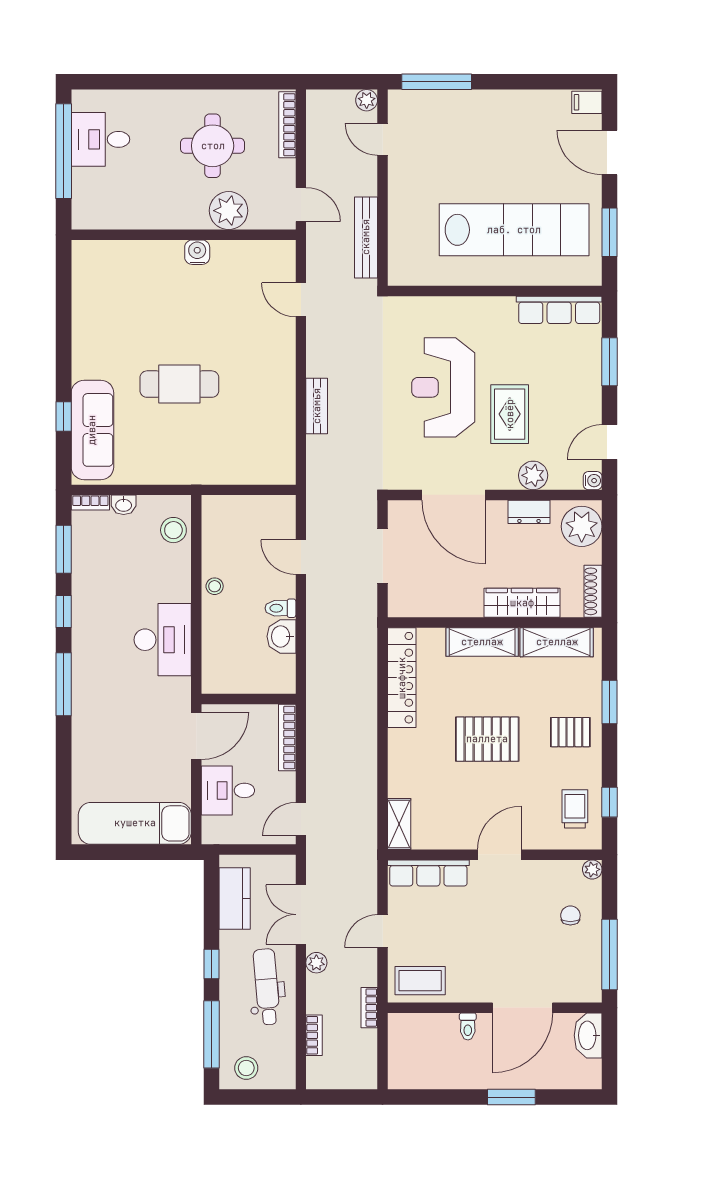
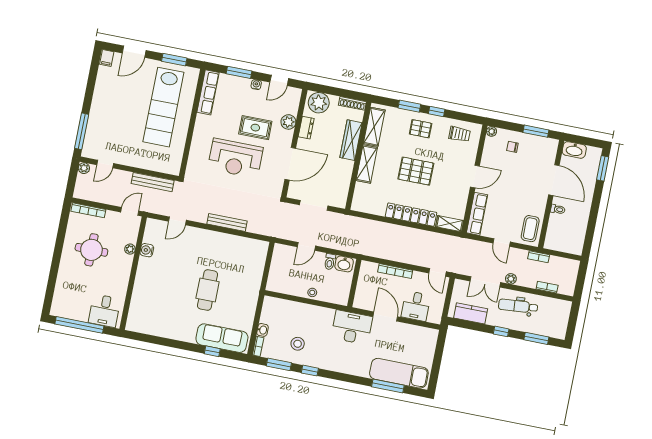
desk: (100, 139) -> (104, 311), moved
plant: (229, 211) -> (130, 249), width x0.53, depth x0.53
lab bench: (514, 230) -> (163, 107), turned 180
water cooler: (197, 252) -> (147, 250), moved
bench: (317, 406) -> (227, 222), width x1.36
door: (610, 442) -> (279, 80), hinge flipped
water cooler: (593, 481) -> (256, 85), moved
stool: (173, 530) -> (298, 344), moved
desk: (163, 640) -> (352, 327), moved
locker: (402, 678) -> (411, 215), moved
window: (64, 684) -> (388, 386), moved
wall: (249, 699) -> (354, 283), moved
pallet: (570, 732) -> (421, 129), turned 90
pallet: (487, 739) -> (416, 171), turned 90
window: (610, 802) -> (437, 112), moved
trolley: (575, 809) -> (460, 134), turned 180
exam couch: (135, 823) -> (399, 373), moved, turned 90
door: (499, 855) -> (475, 176), swing flipped
window: (610, 954) -> (536, 131), width x0.69
window: (212, 1034) -> (536, 338), width x0.69
stool: (246, 1068) -> (557, 324), removed
window: (511, 1097) -> (603, 168), moved

